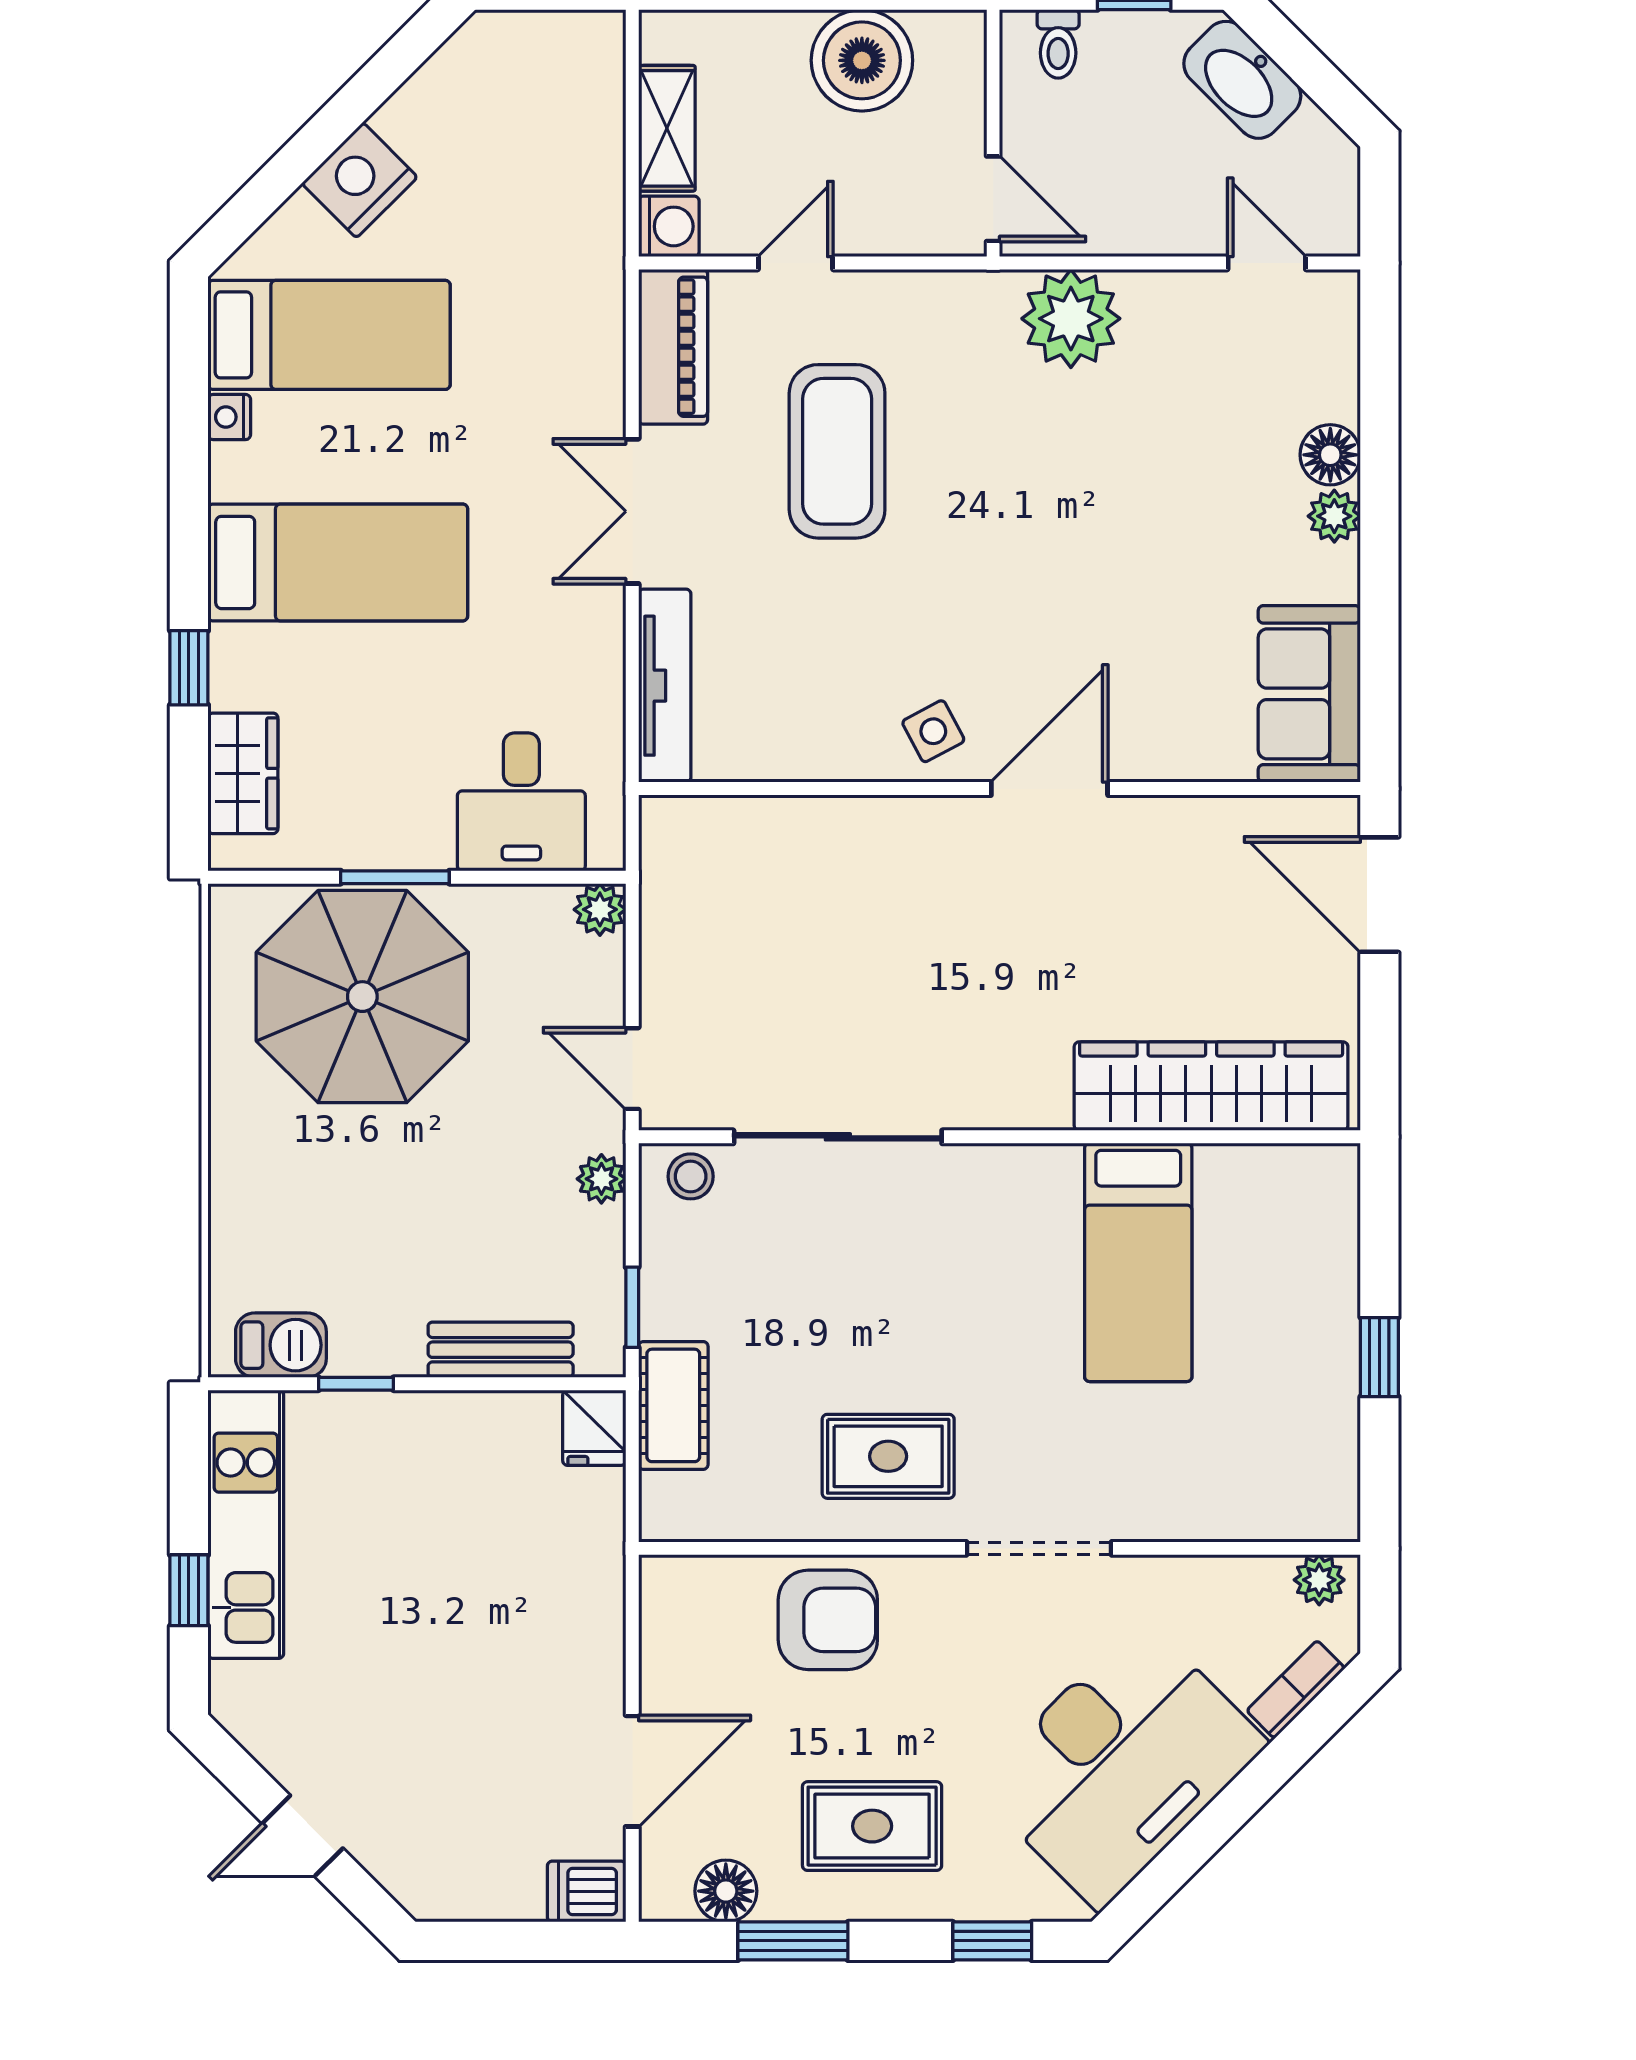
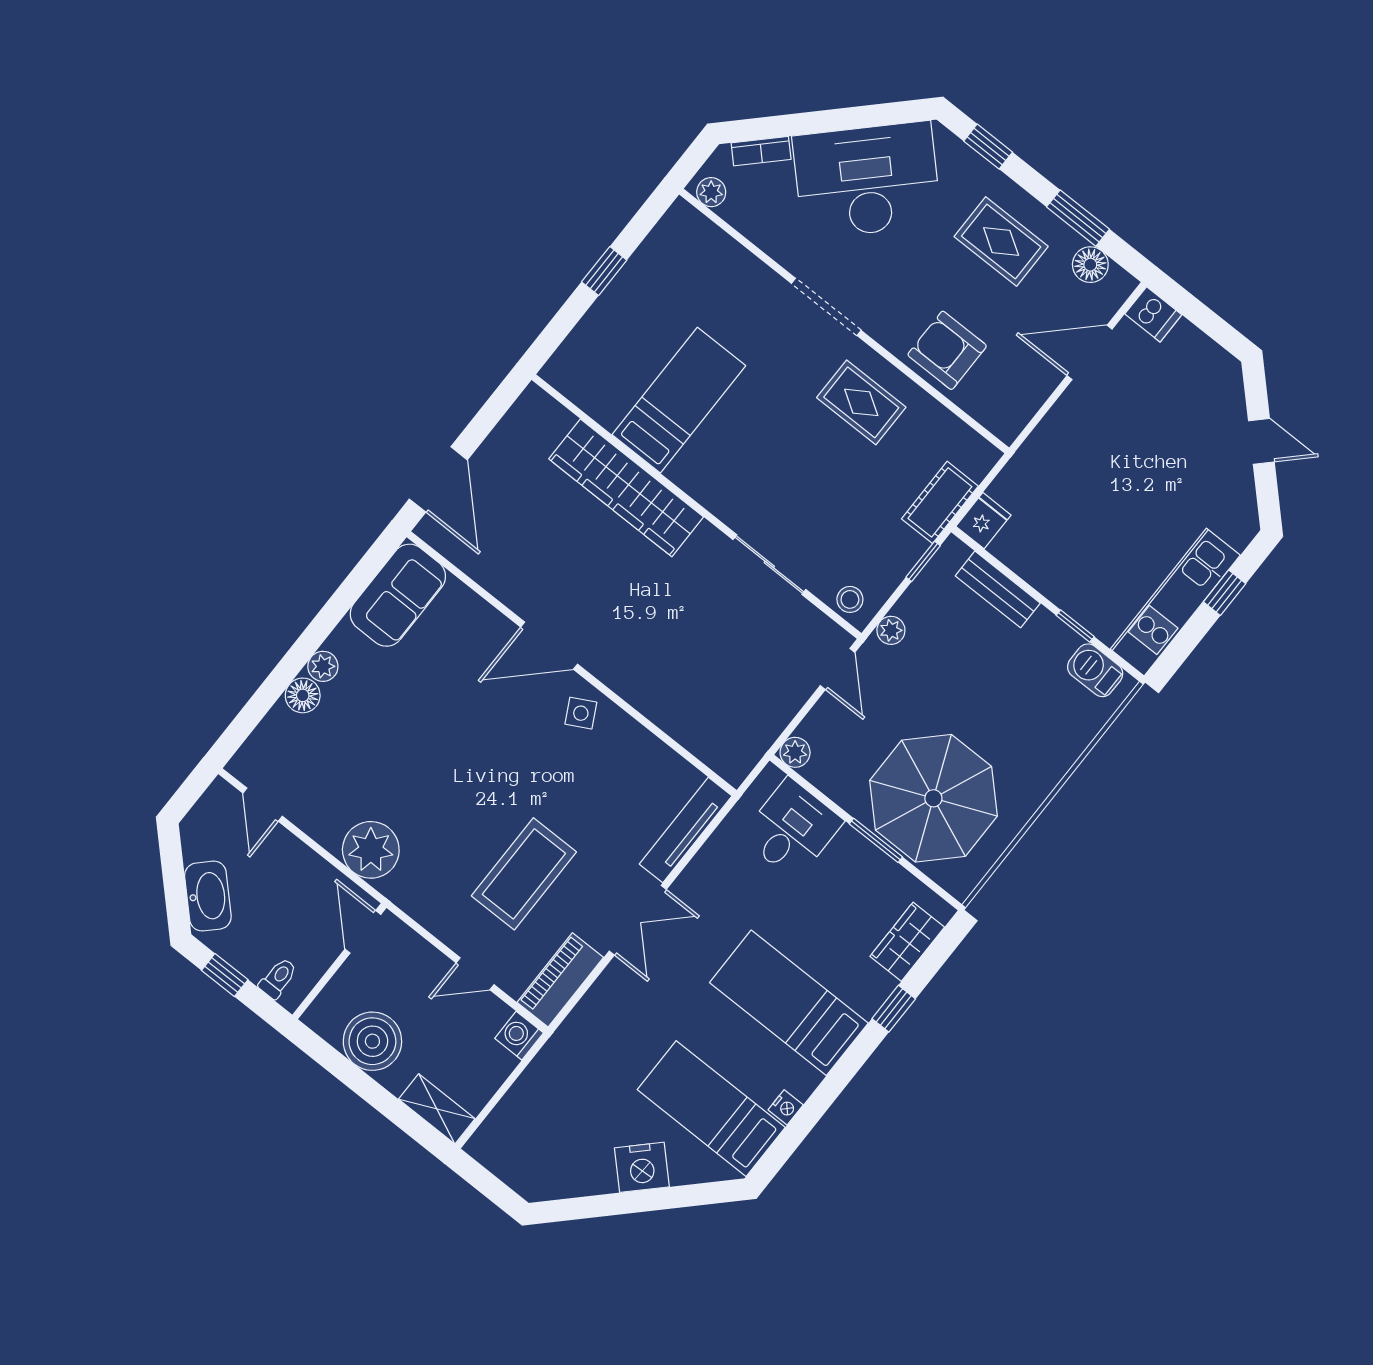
shelving: (667, 128) -> (437, 1109), moved, turned 90
wardrobe: (1211, 1086) -> (626, 488), moved
sliding door: (838, 1137) -> (769, 565), width x0.73

